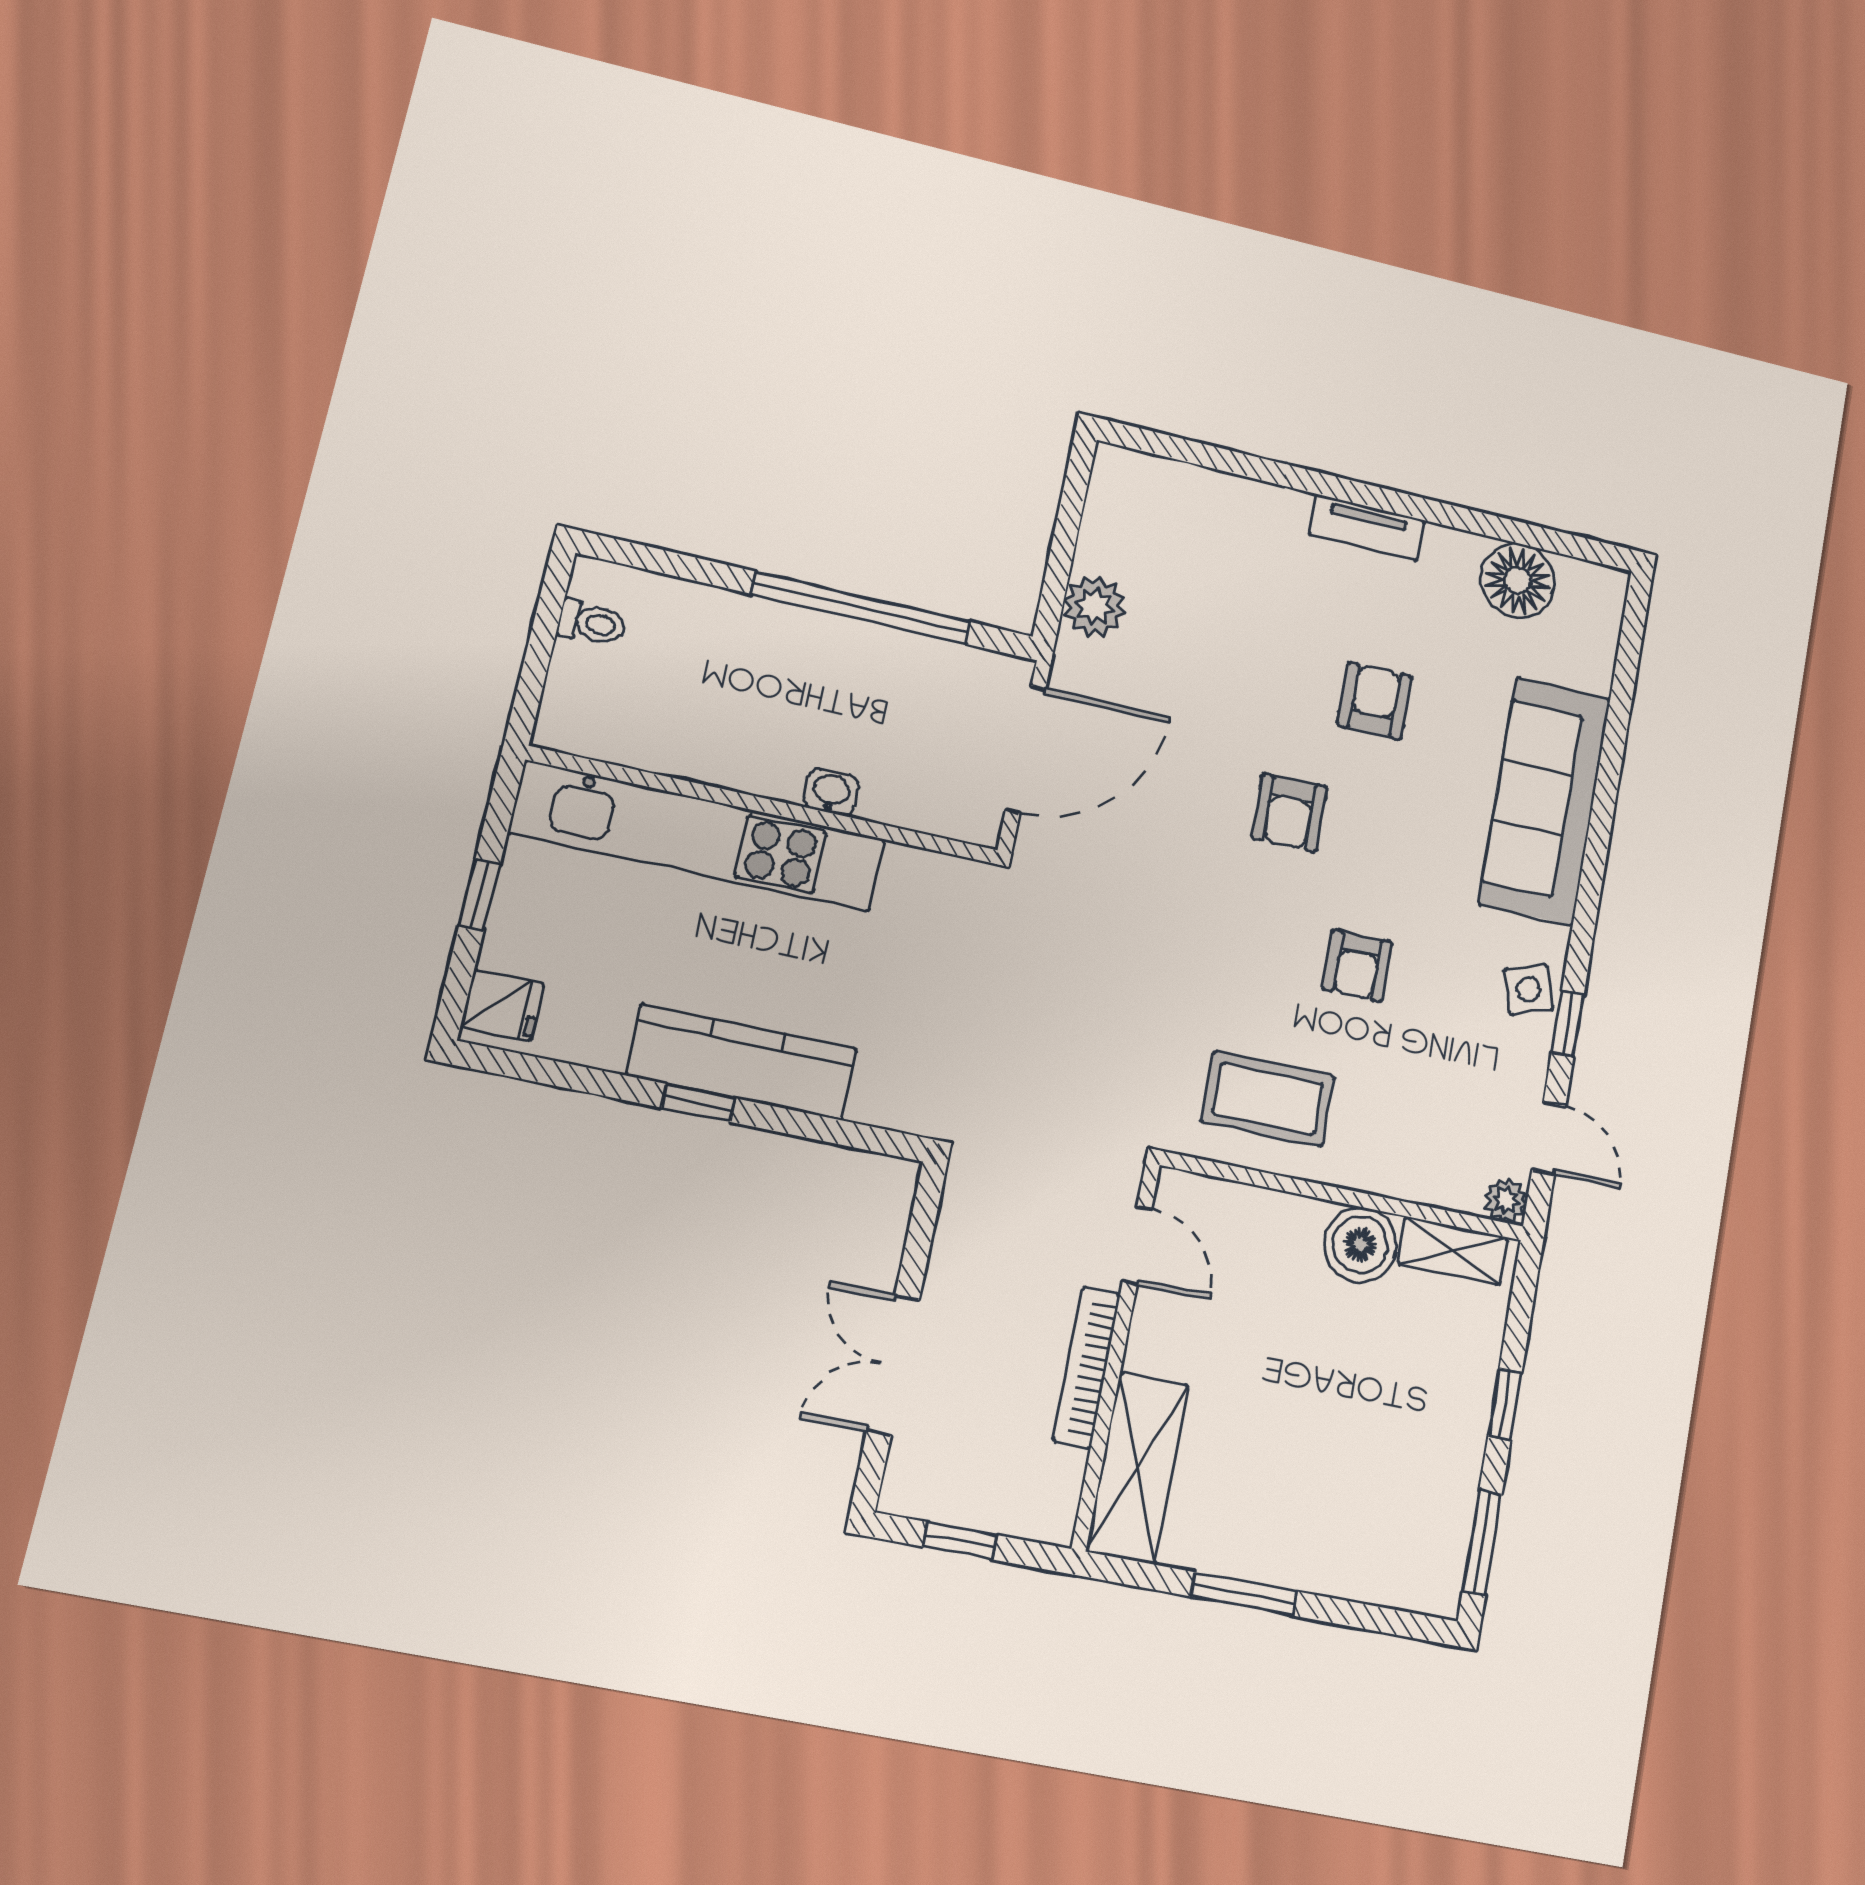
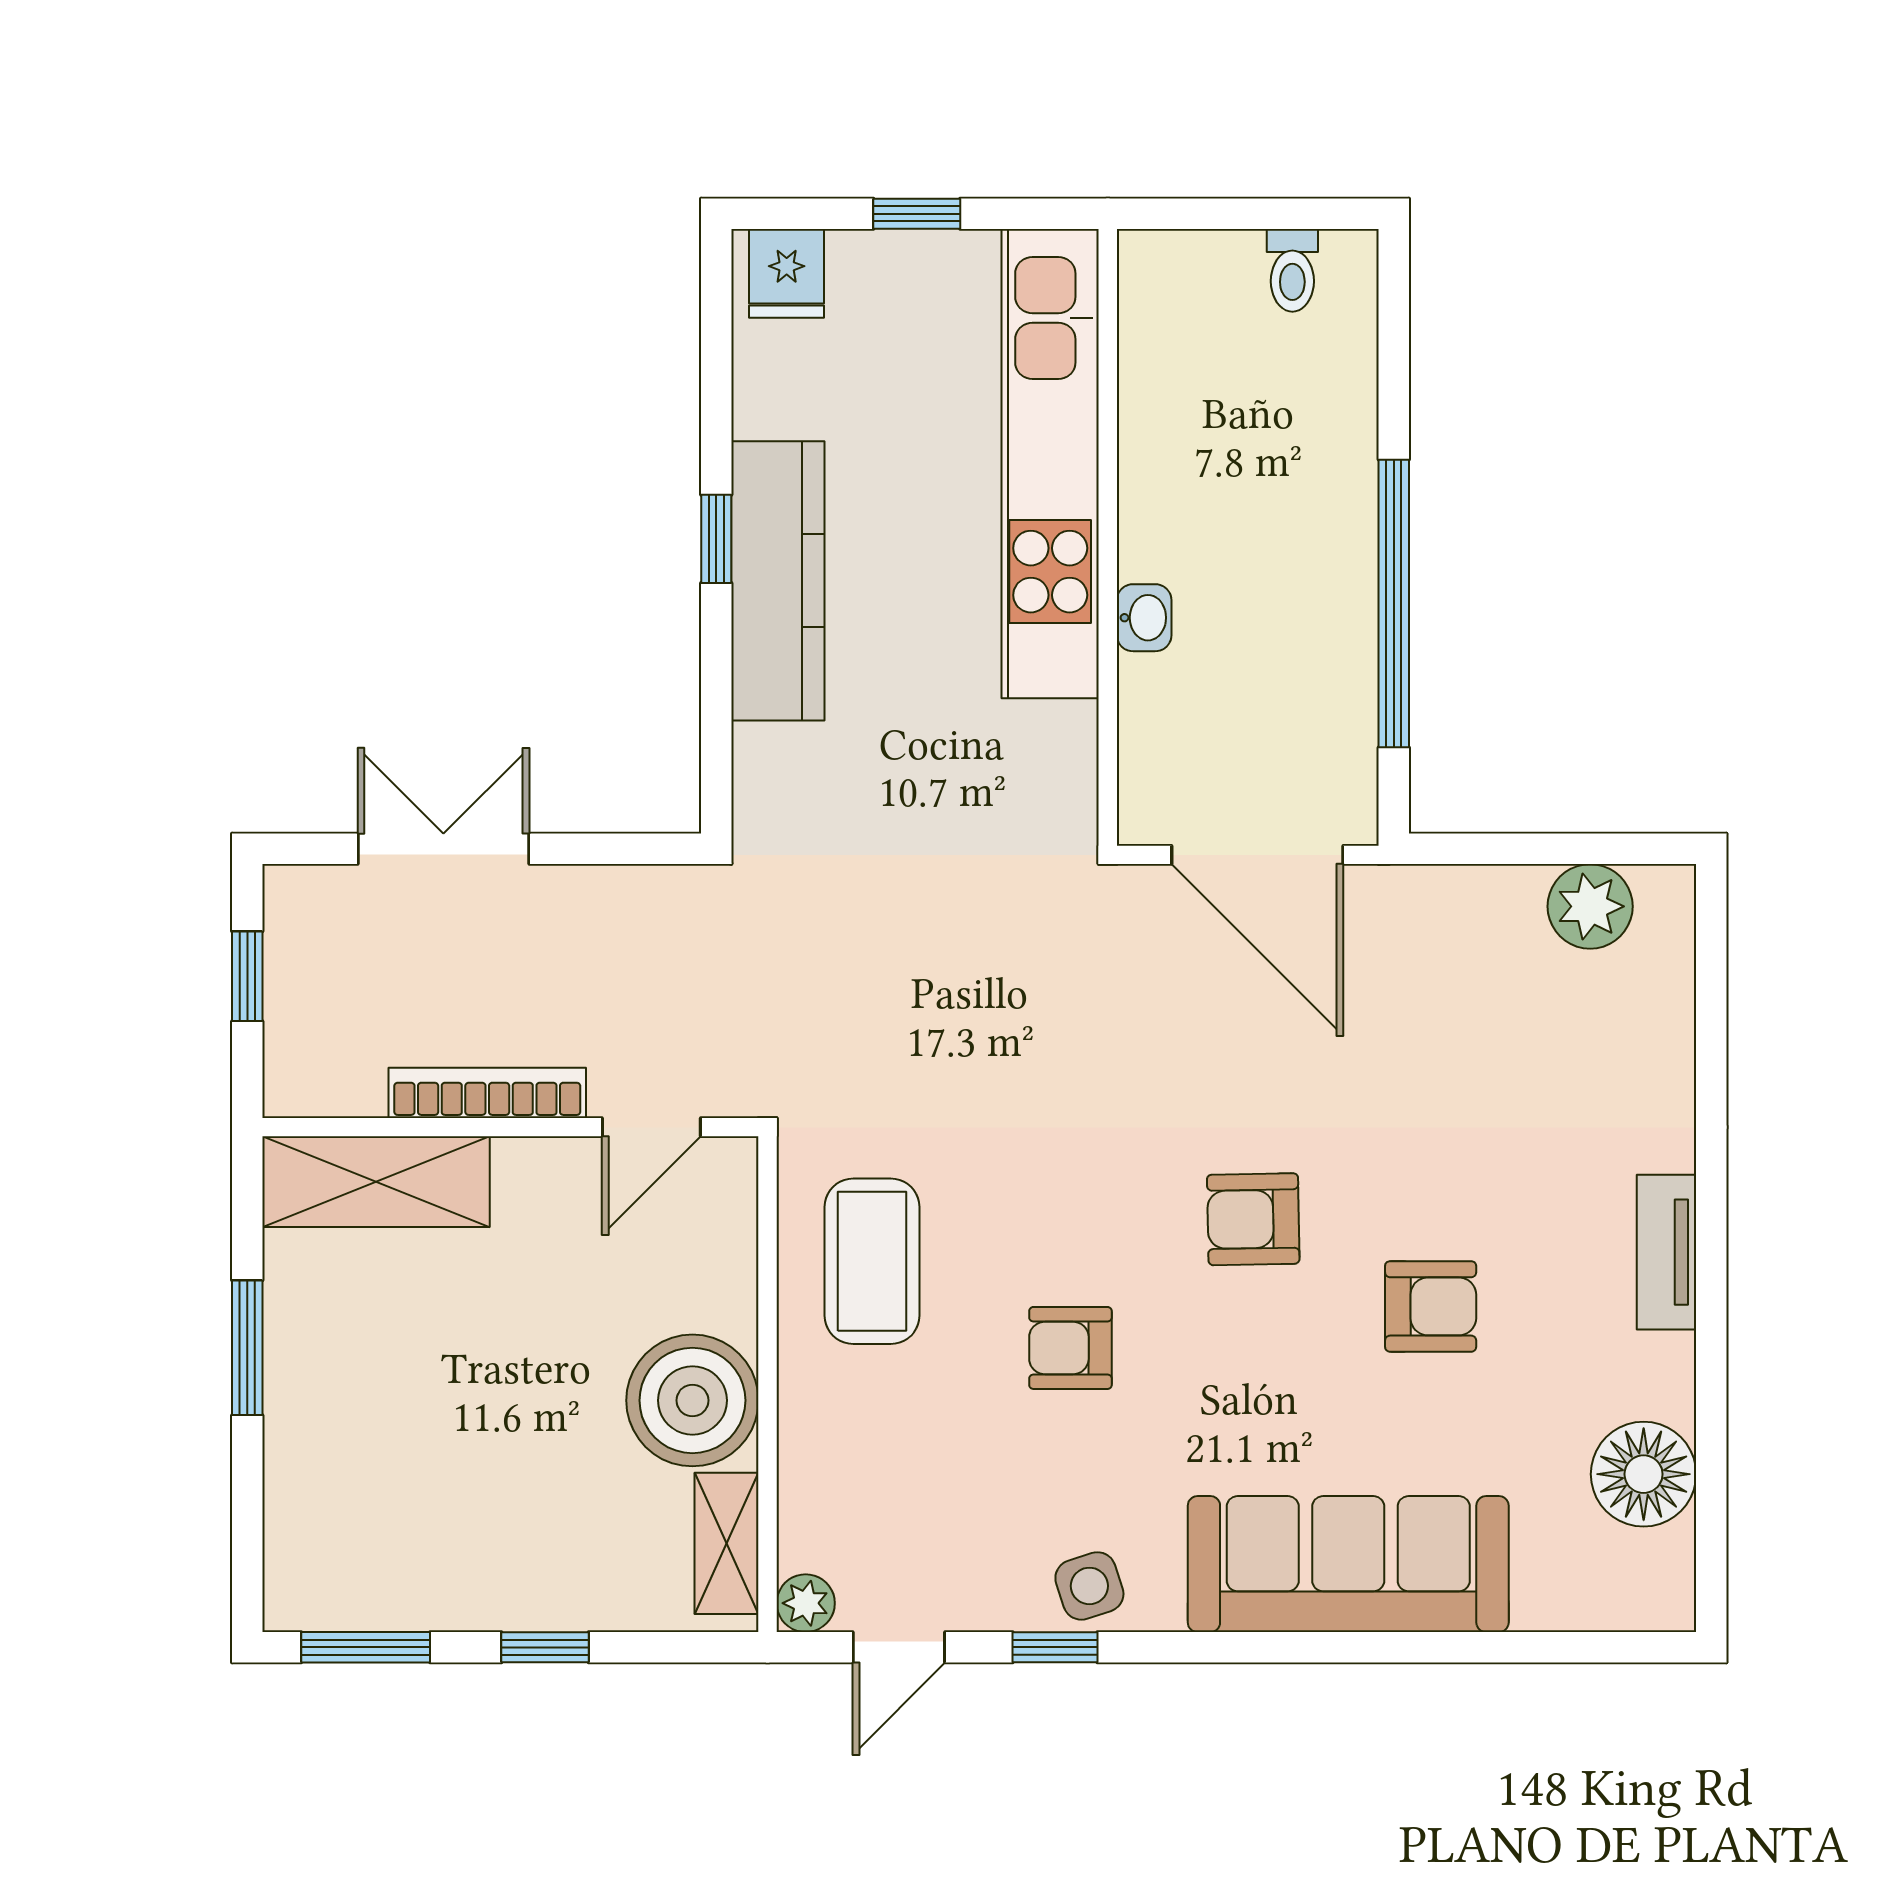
plant: (1094, 607) -> (1590, 906), moved
boiler: (1360, 1244) -> (692, 1400), width x1.37, depth x1.37

